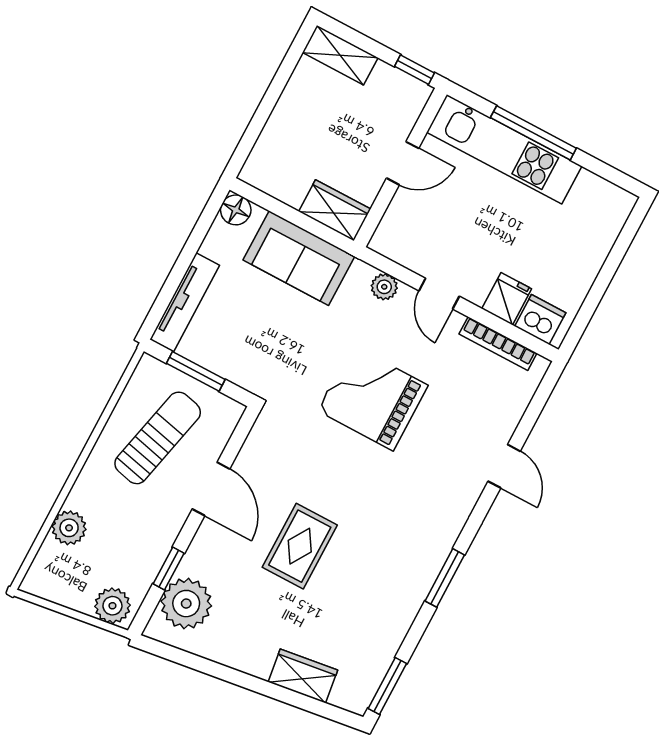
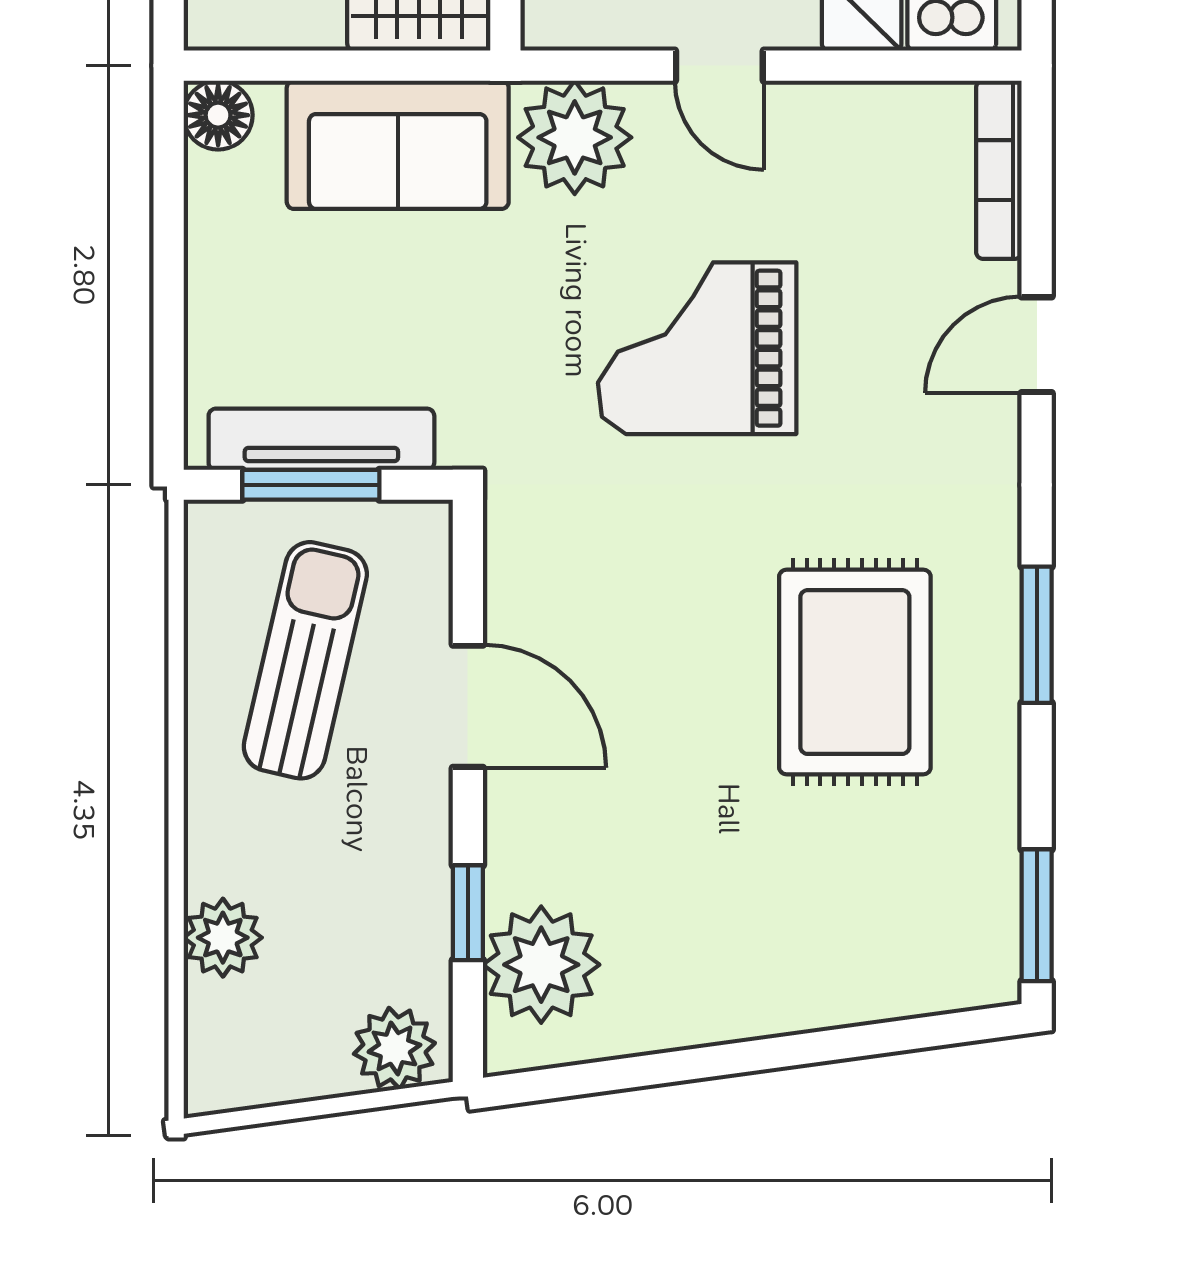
plant: (384, 287) -> (575, 137), width x1.88, depth x1.88
tv unit: (185, 302) -> (321, 439), moved, turned -90
bookcase: (498, 344) -> (999, 170), moved, turned 90
door: (504, 466) -> (1037, 345), swing flipped
rug: (300, 546) -> (855, 672), moved, width x1.36, depth x1.43
wardrobe: (303, 676) -> (855, 986), removed

